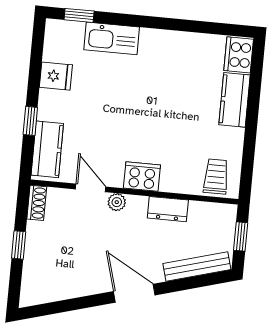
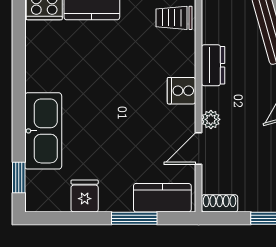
kitchen sink: (112, 38) -> (43, 131), width x1.36, depth x1.24
window: (30, 121) -> (134, 218), width x1.50
cooker: (142, 177) -> (181, 91), width x0.73

